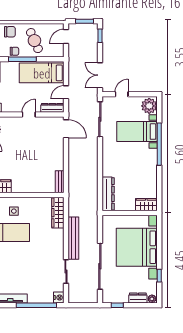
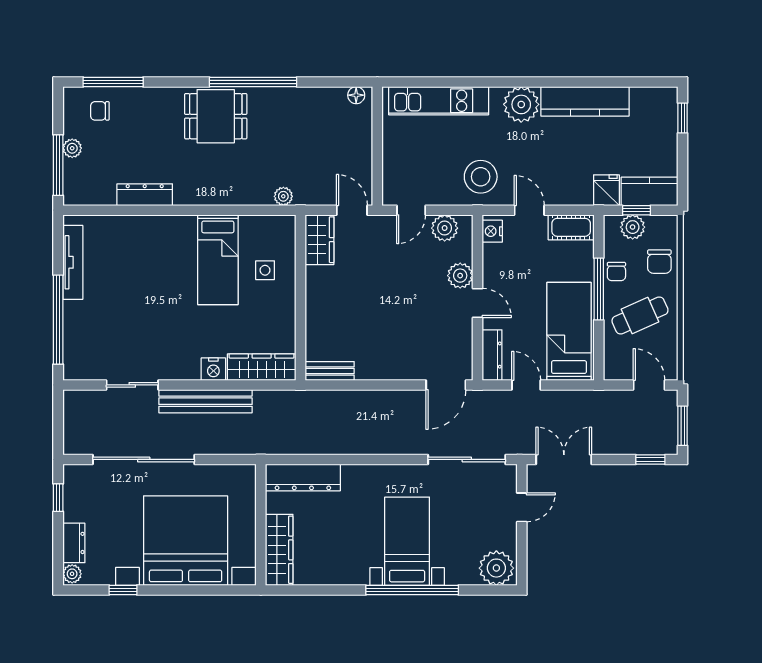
door: (122, 94) -> (522, 507), hinge flipped
plant: (16, 122) -> (460, 276), added
bed with nightstands: (137, 132) -> (407, 541), moved
wardrobe: (146, 205) -> (279, 550), width x1.50
nightstand: (59, 298) -> (213, 369), moved

